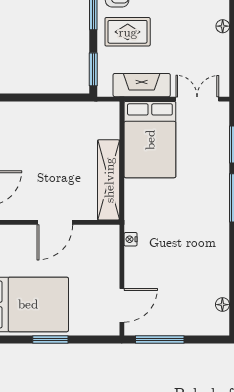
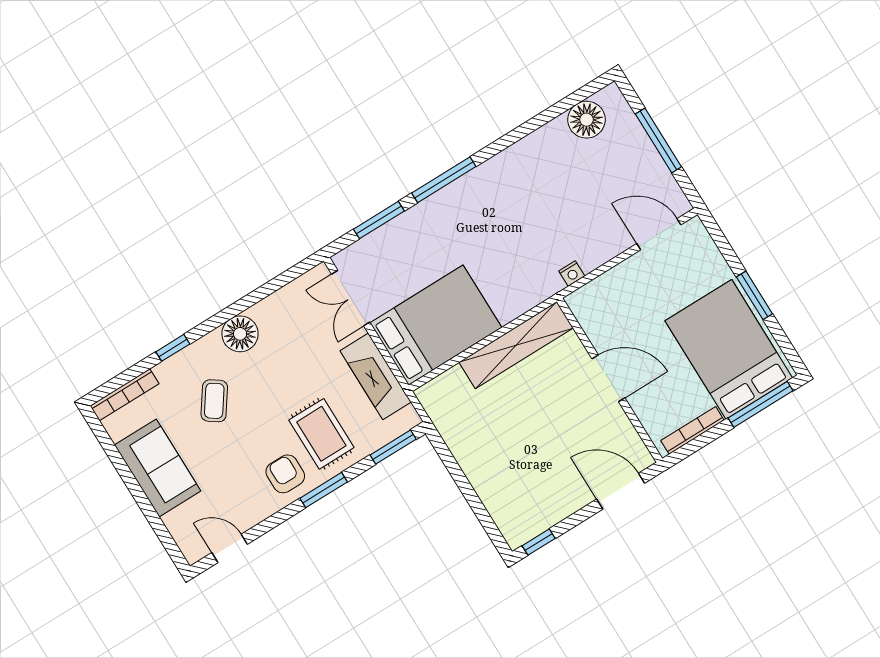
floor lamp: (223, 26) -> (240, 334), width x1.89, depth x1.89
floor lamp: (222, 305) -> (587, 120), width x1.89, depth x1.89
window: (160, 340) -> (658, 140), moved

